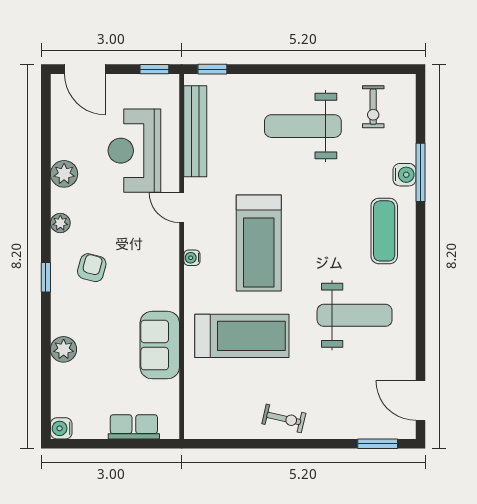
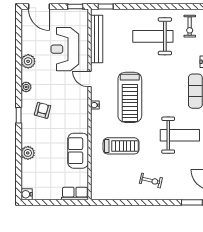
treadmill: (242, 336) -> (121, 146), width x0.73, depth x0.73
exercise bike: (284, 418) -> (151, 181), moved
row of seats: (134, 427) -> (75, 193), moved

